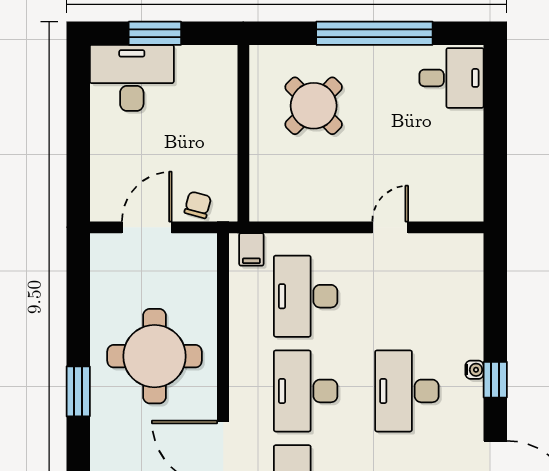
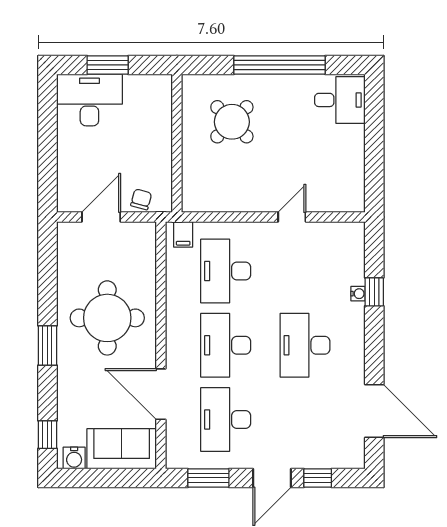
water cooler: (475, 370) -> (358, 294), moved
window: (495, 380) -> (374, 292), moved

